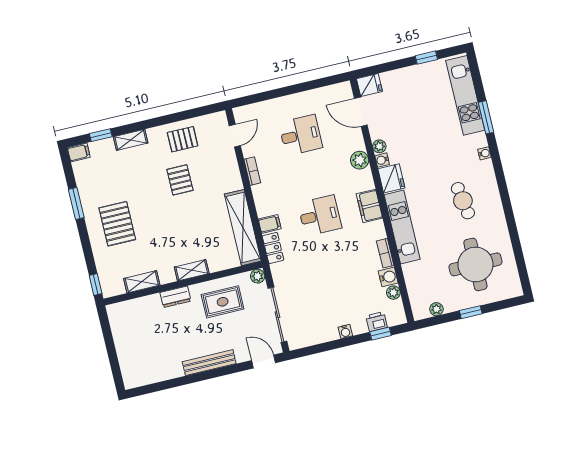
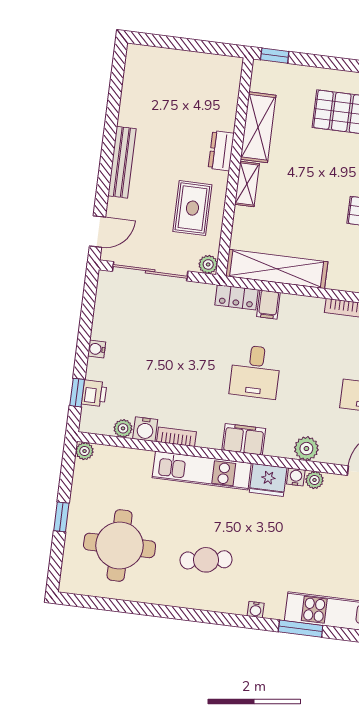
shelving: (142, 282) -> (258, 127), width x1.50, depth x1.33
plant: (436, 309) -> (85, 451), moved

